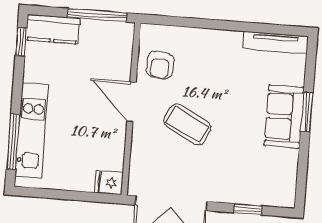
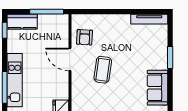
sofa: (284, 117) -> (157, 88), moved
coffee table: (187, 124) -> (103, 70), turned 70

